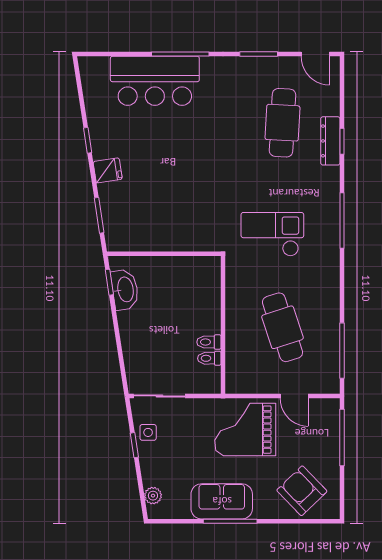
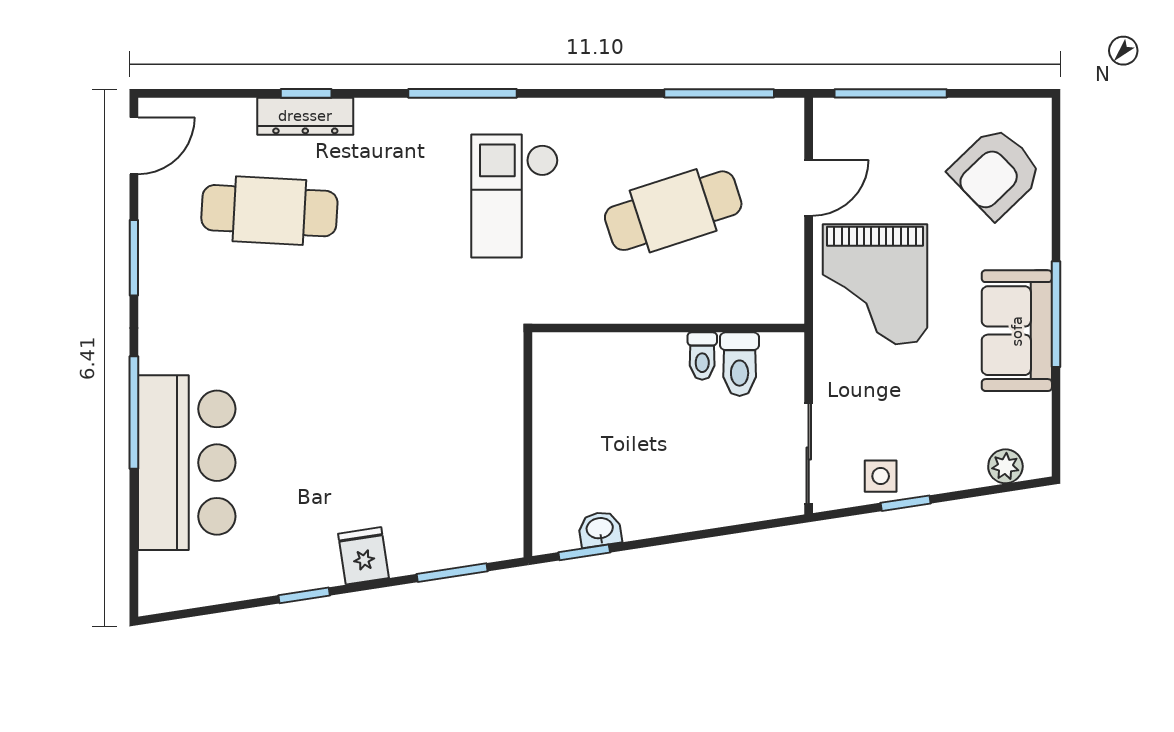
checkout: (272, 234) -> (515, 196), moved
washbasin: (125, 290) -> (600, 529), width x0.52, depth x0.69
toilet: (209, 358) -> (740, 364), width x1.37, depth x1.39

